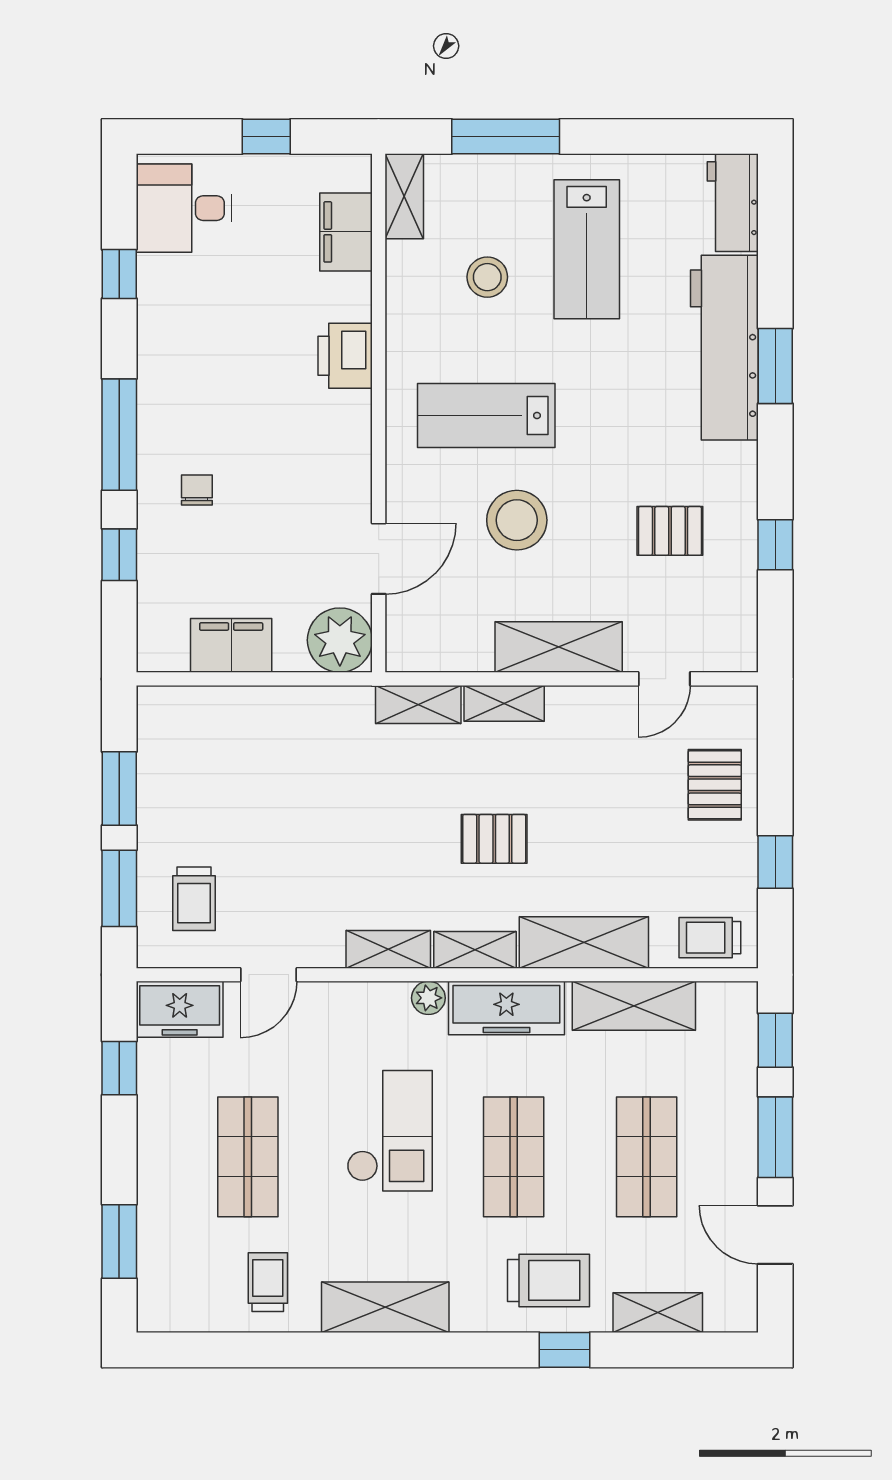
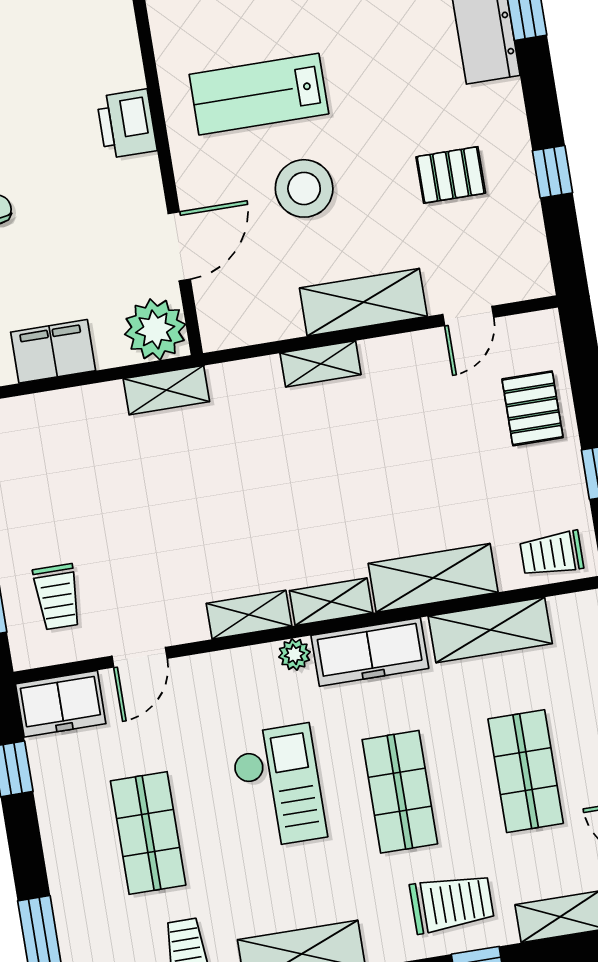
printer: (345, 356) -> (127, 124), moved
shelving: (418, 704) -> (166, 390), moved
pallet: (494, 839) -> (332, 494), removed

